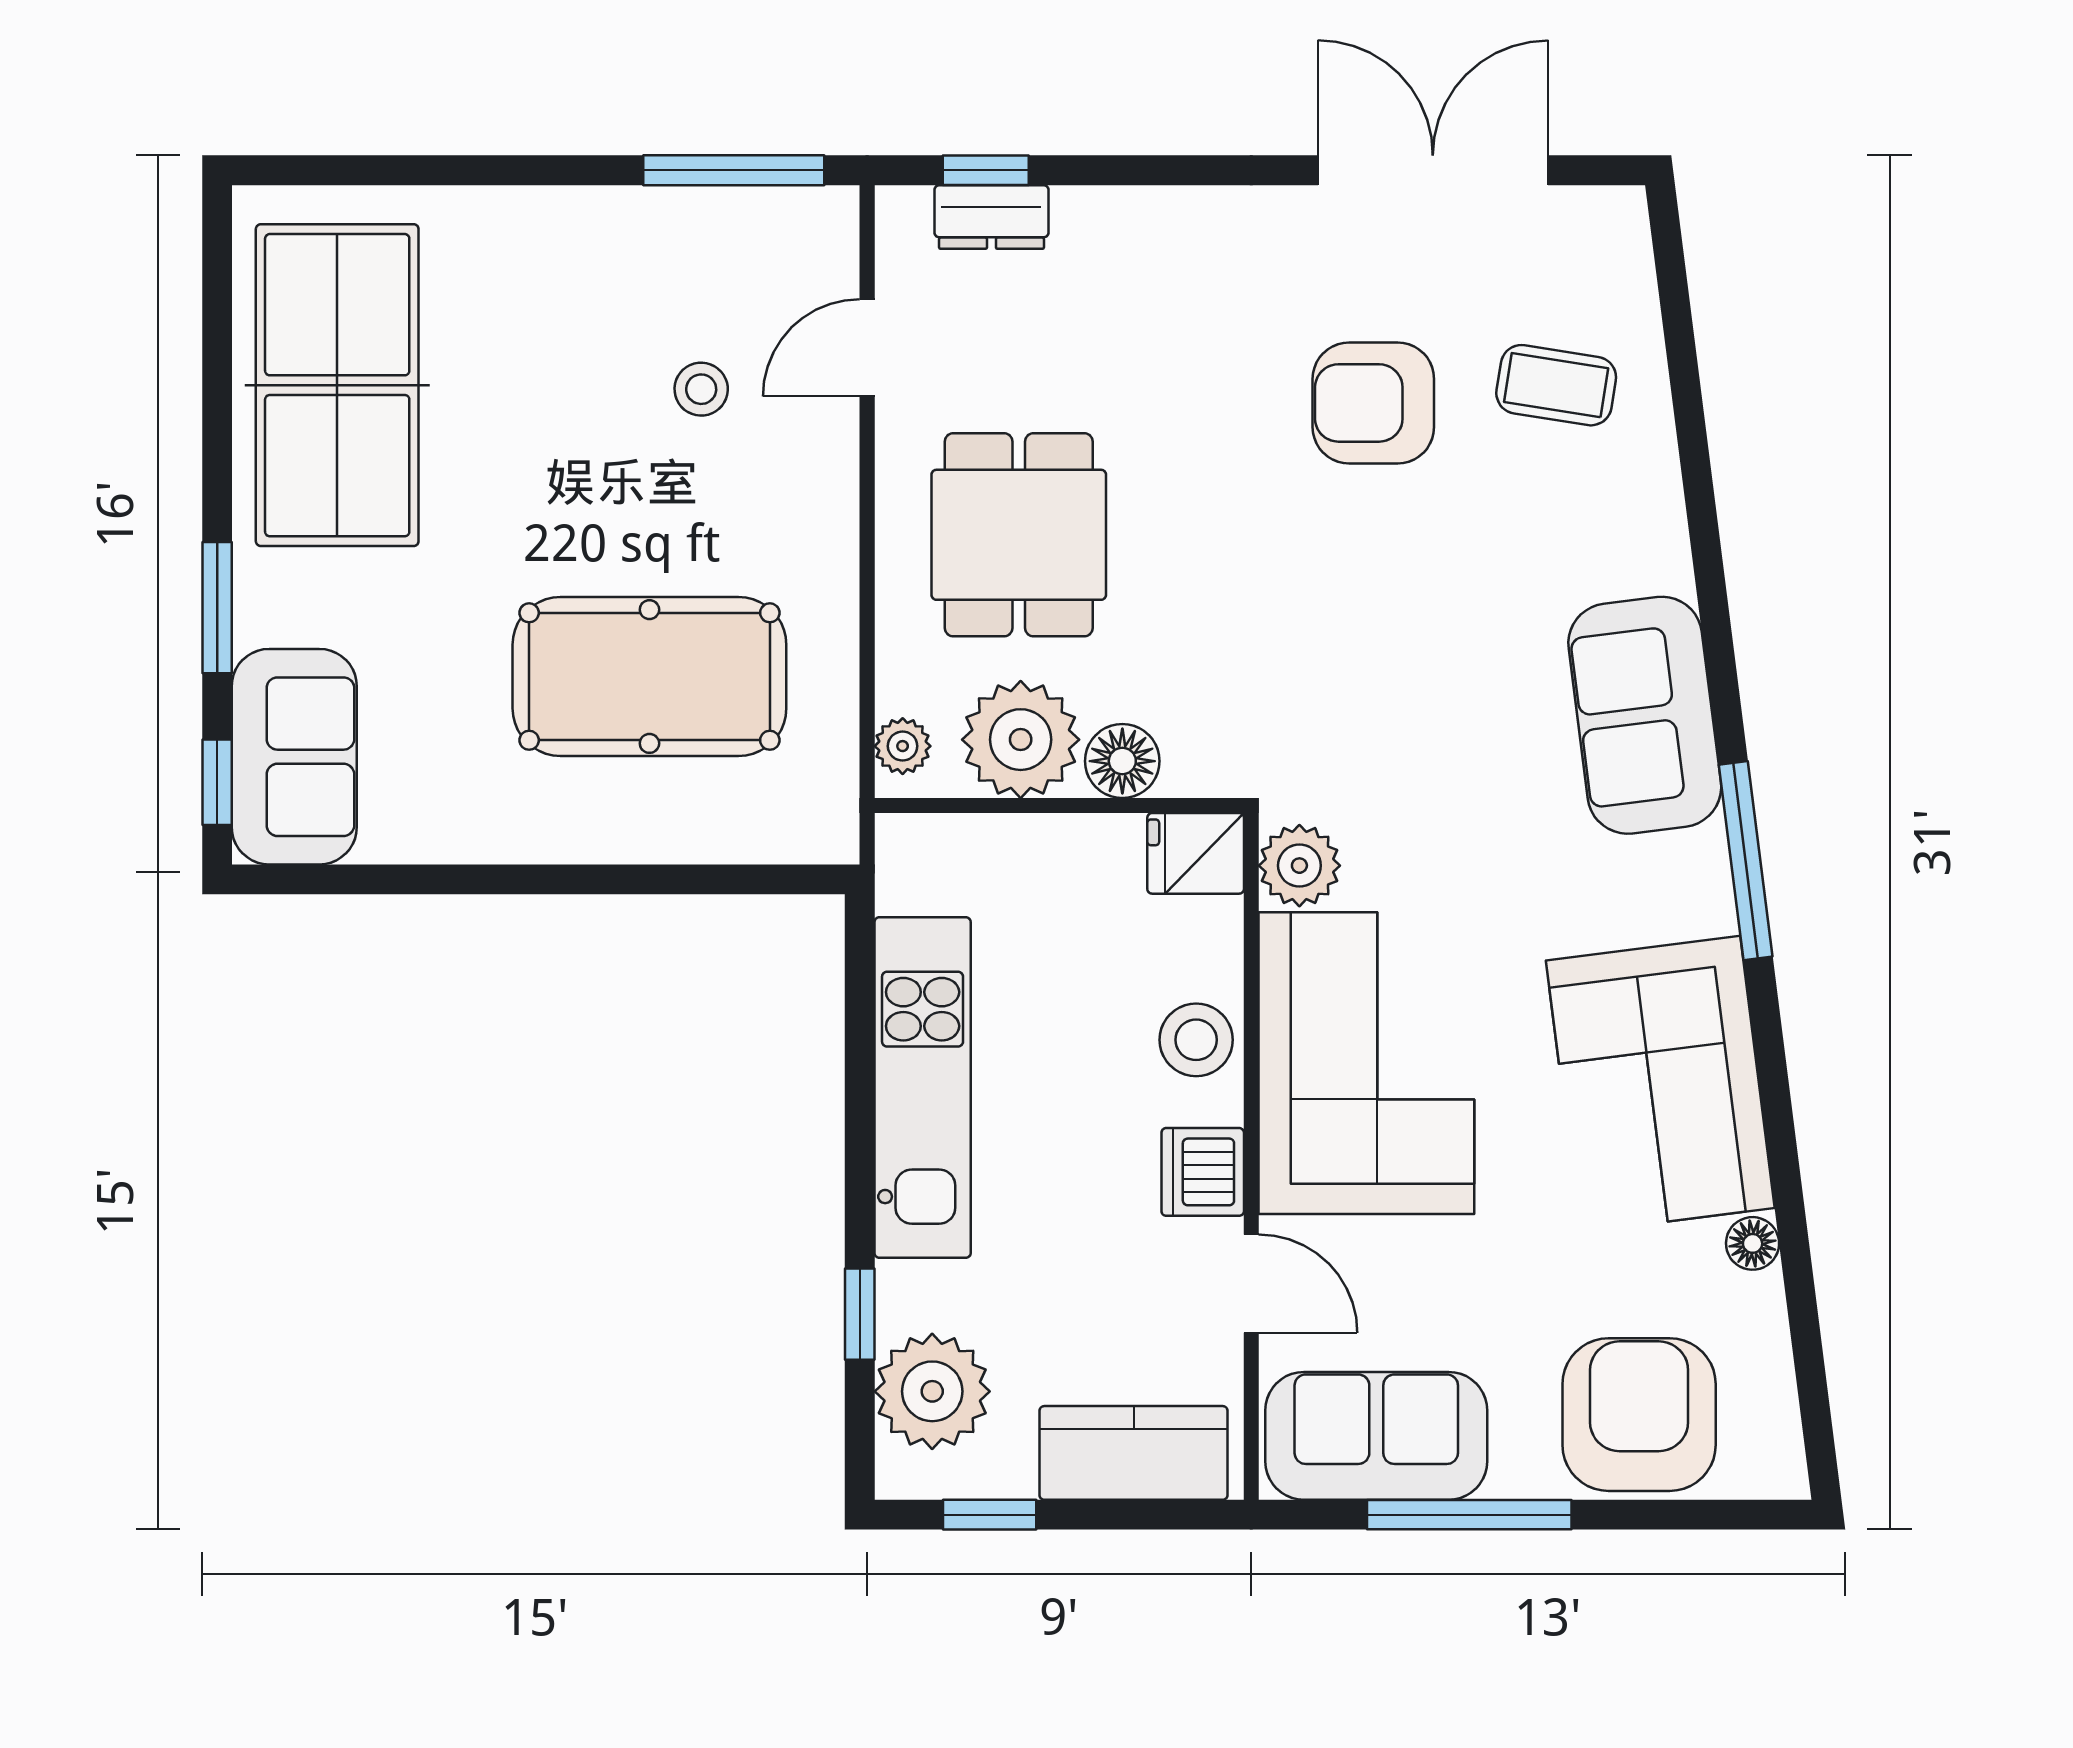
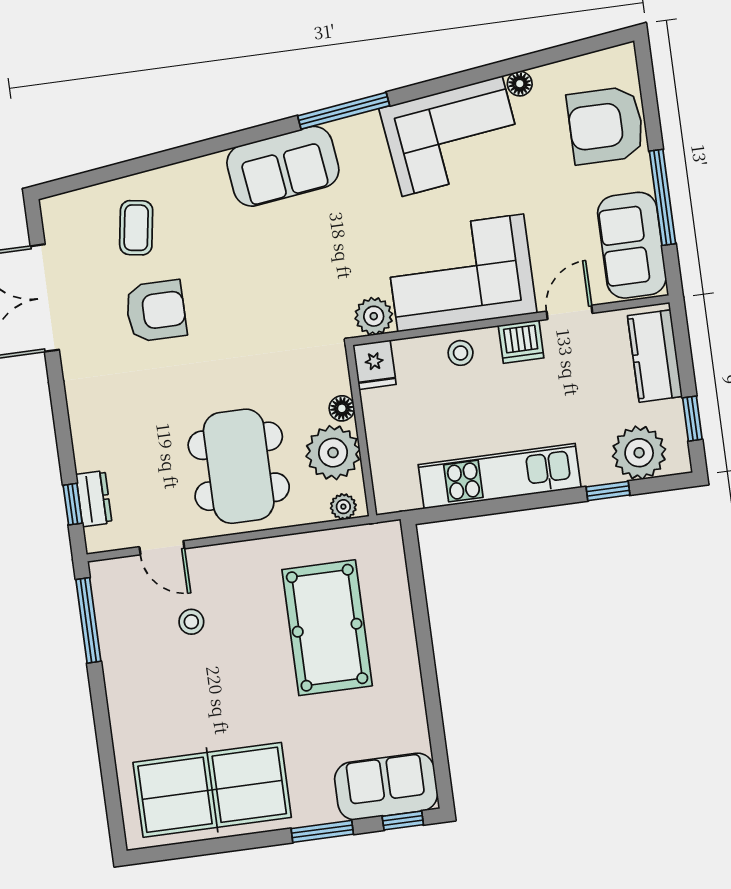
armchair: (1373, 403) -> (156, 311), turned -90
dining table: (1019, 535) -> (239, 466), width x1.38
floor lamp: (1122, 761) -> (342, 408), width x0.73, depth x0.73
stool: (1196, 1040) -> (461, 353), width x0.73, depth x0.73

